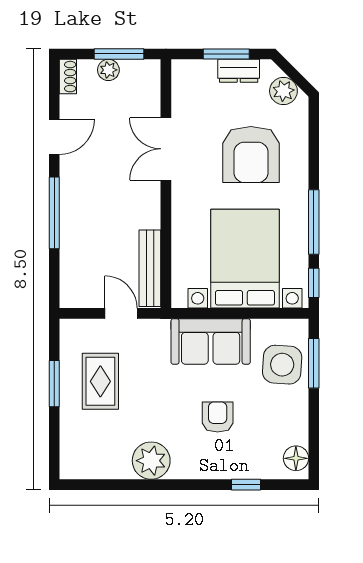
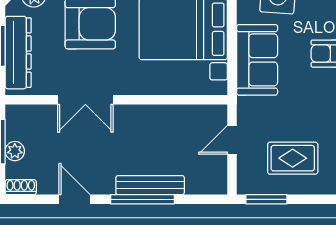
dresser: (239, 71) -> (18, 53), width x1.96, depth x1.24
bench: (150, 268) -> (150, 185), moved
window: (54, 384) -> (266, 199), moved

